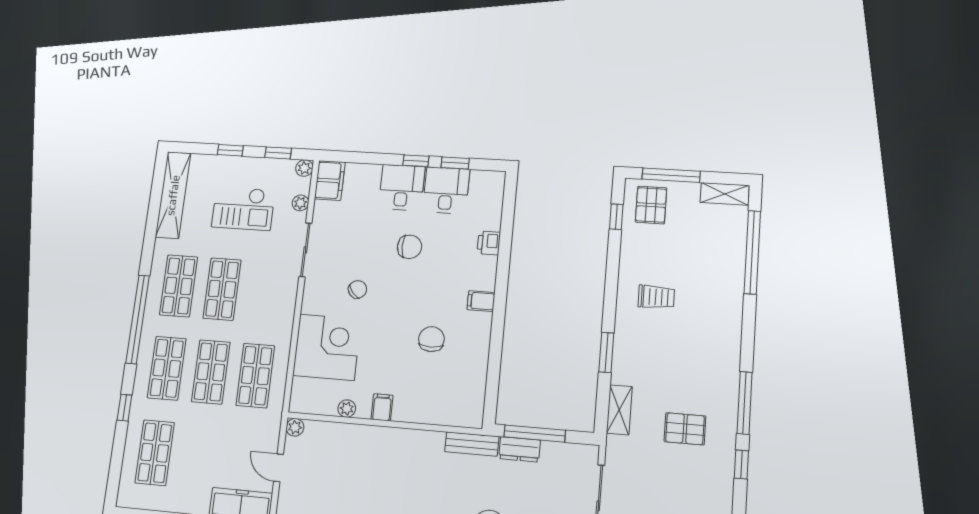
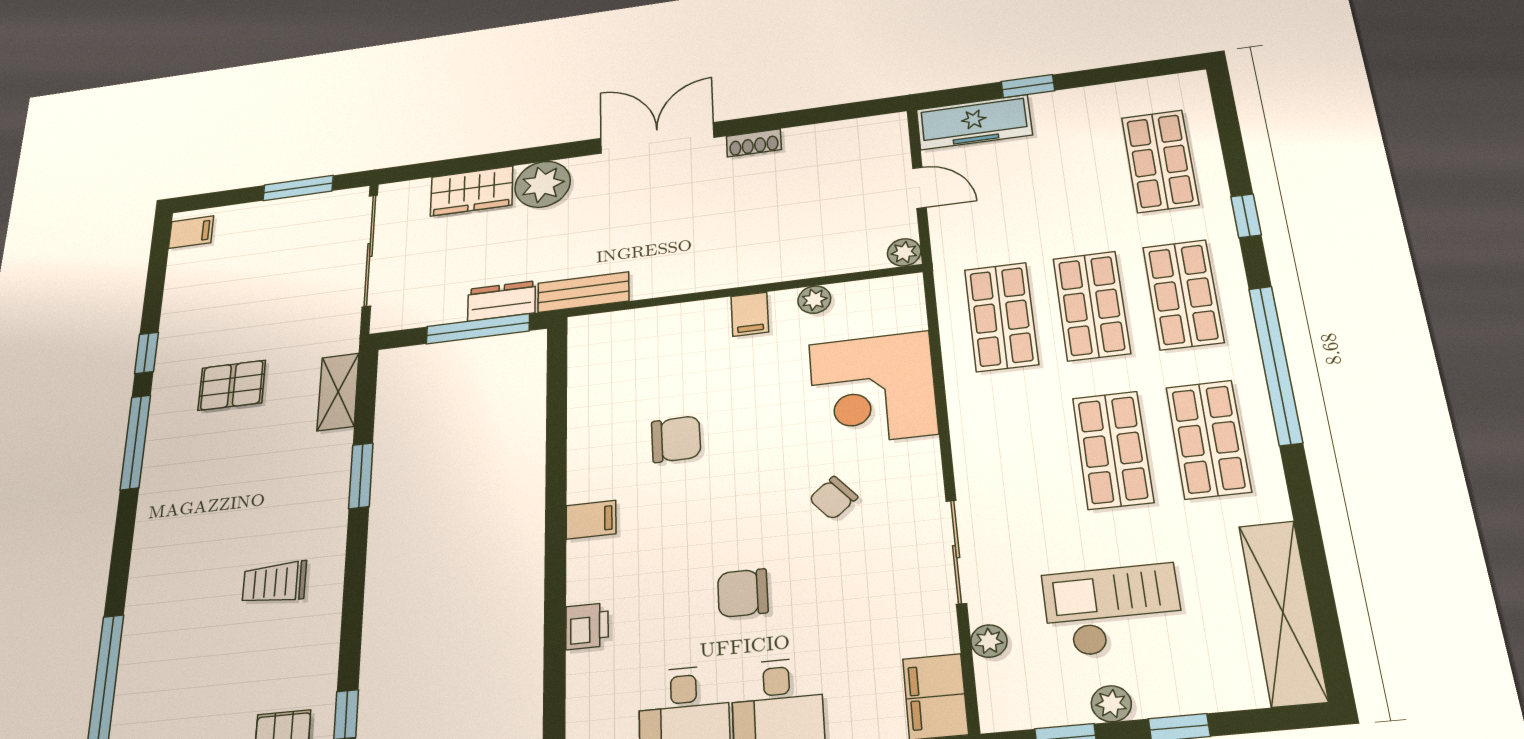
plant: (304, 168) -> (1111, 704), moved
chair: (431, 339) -> (676, 439), turned -91

